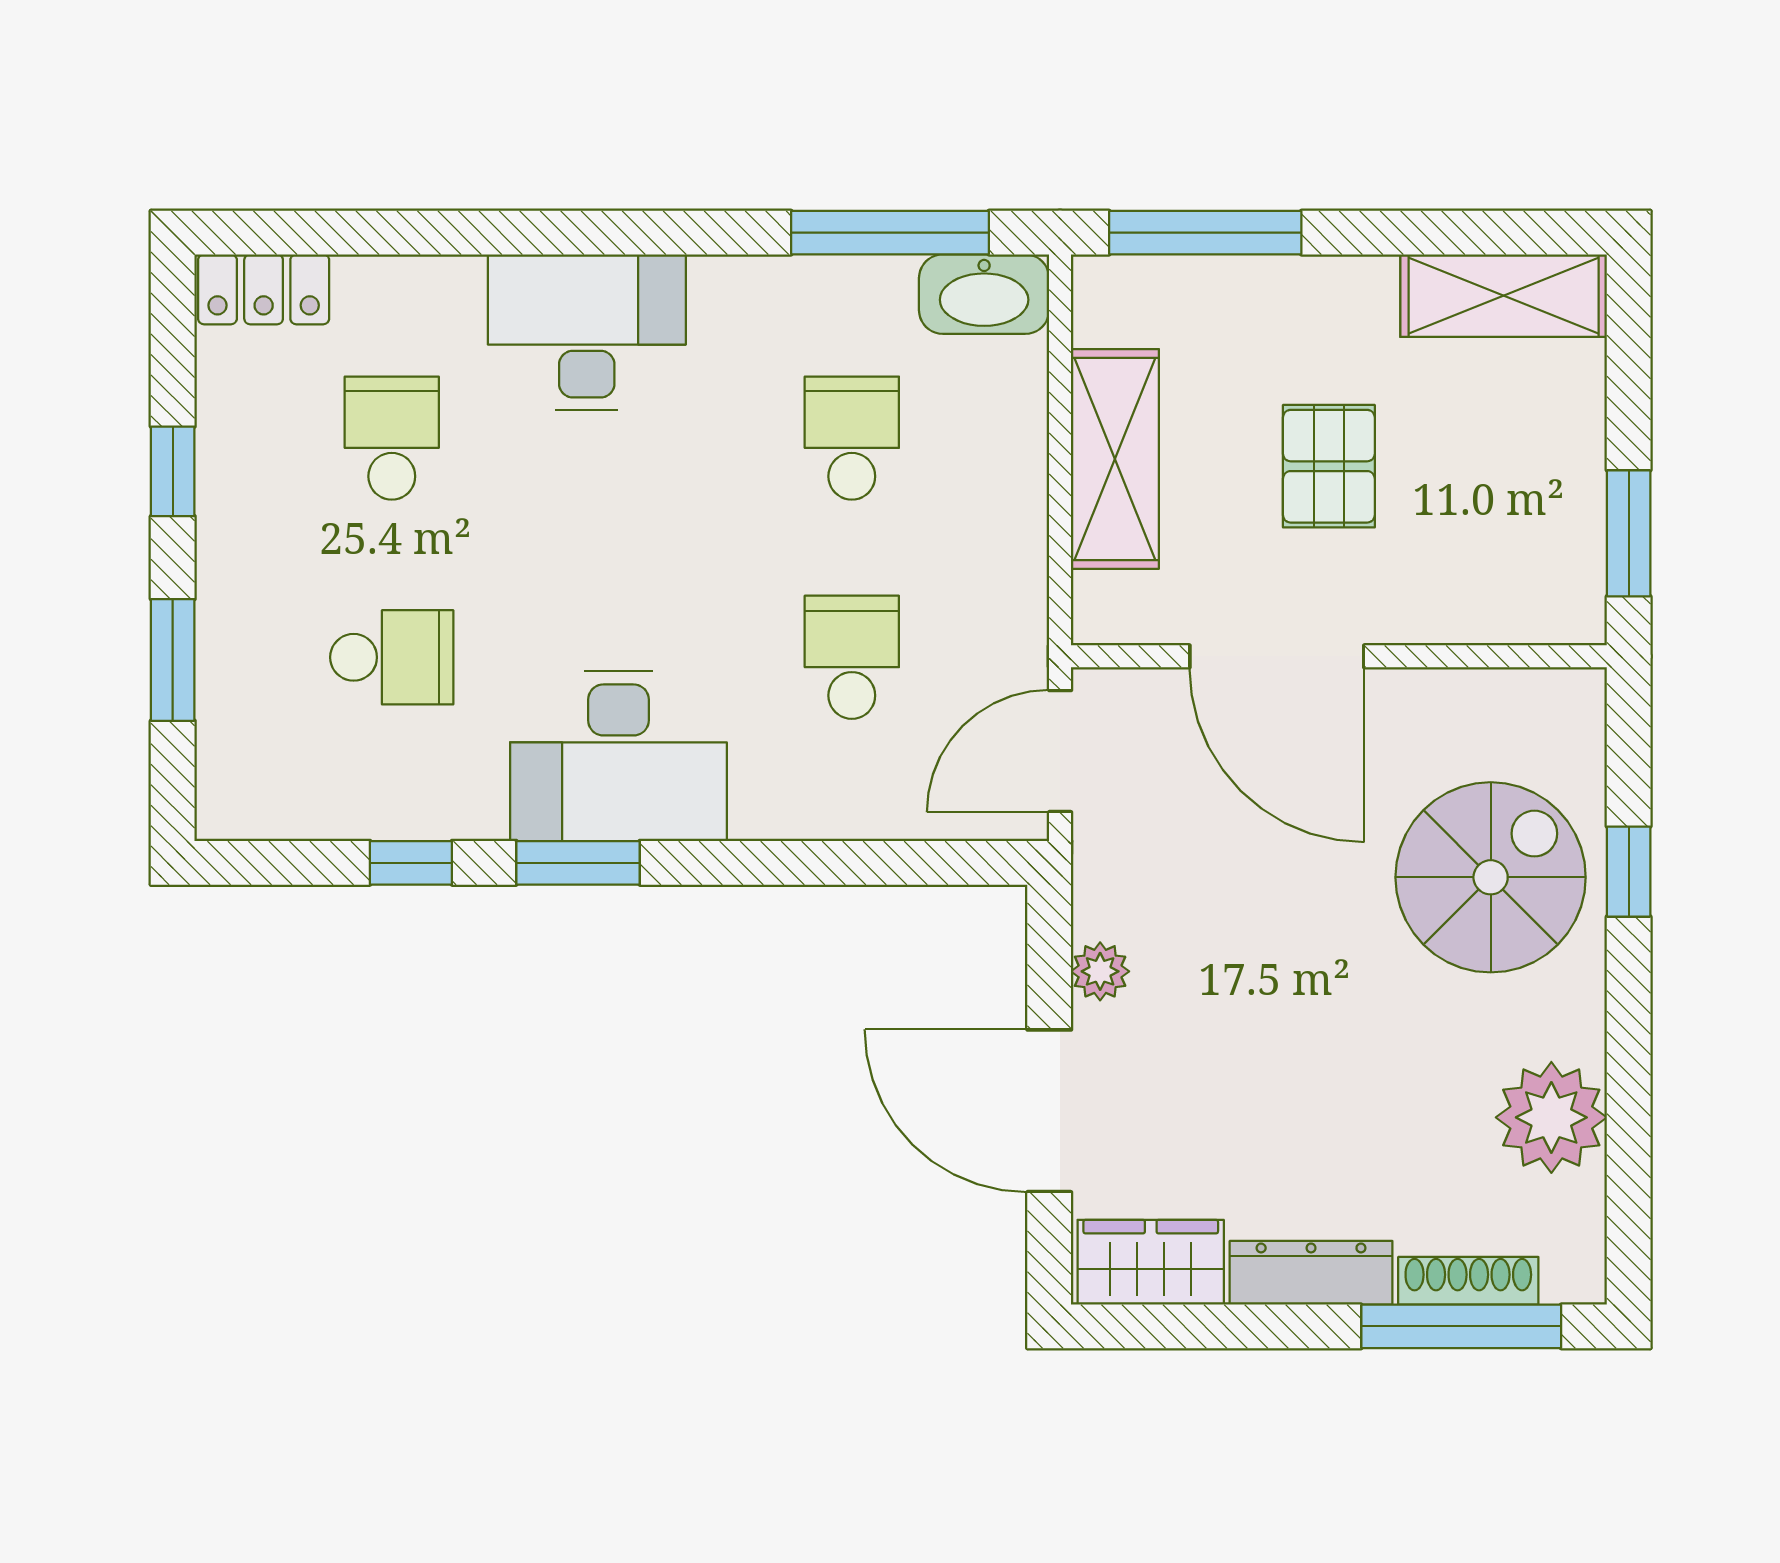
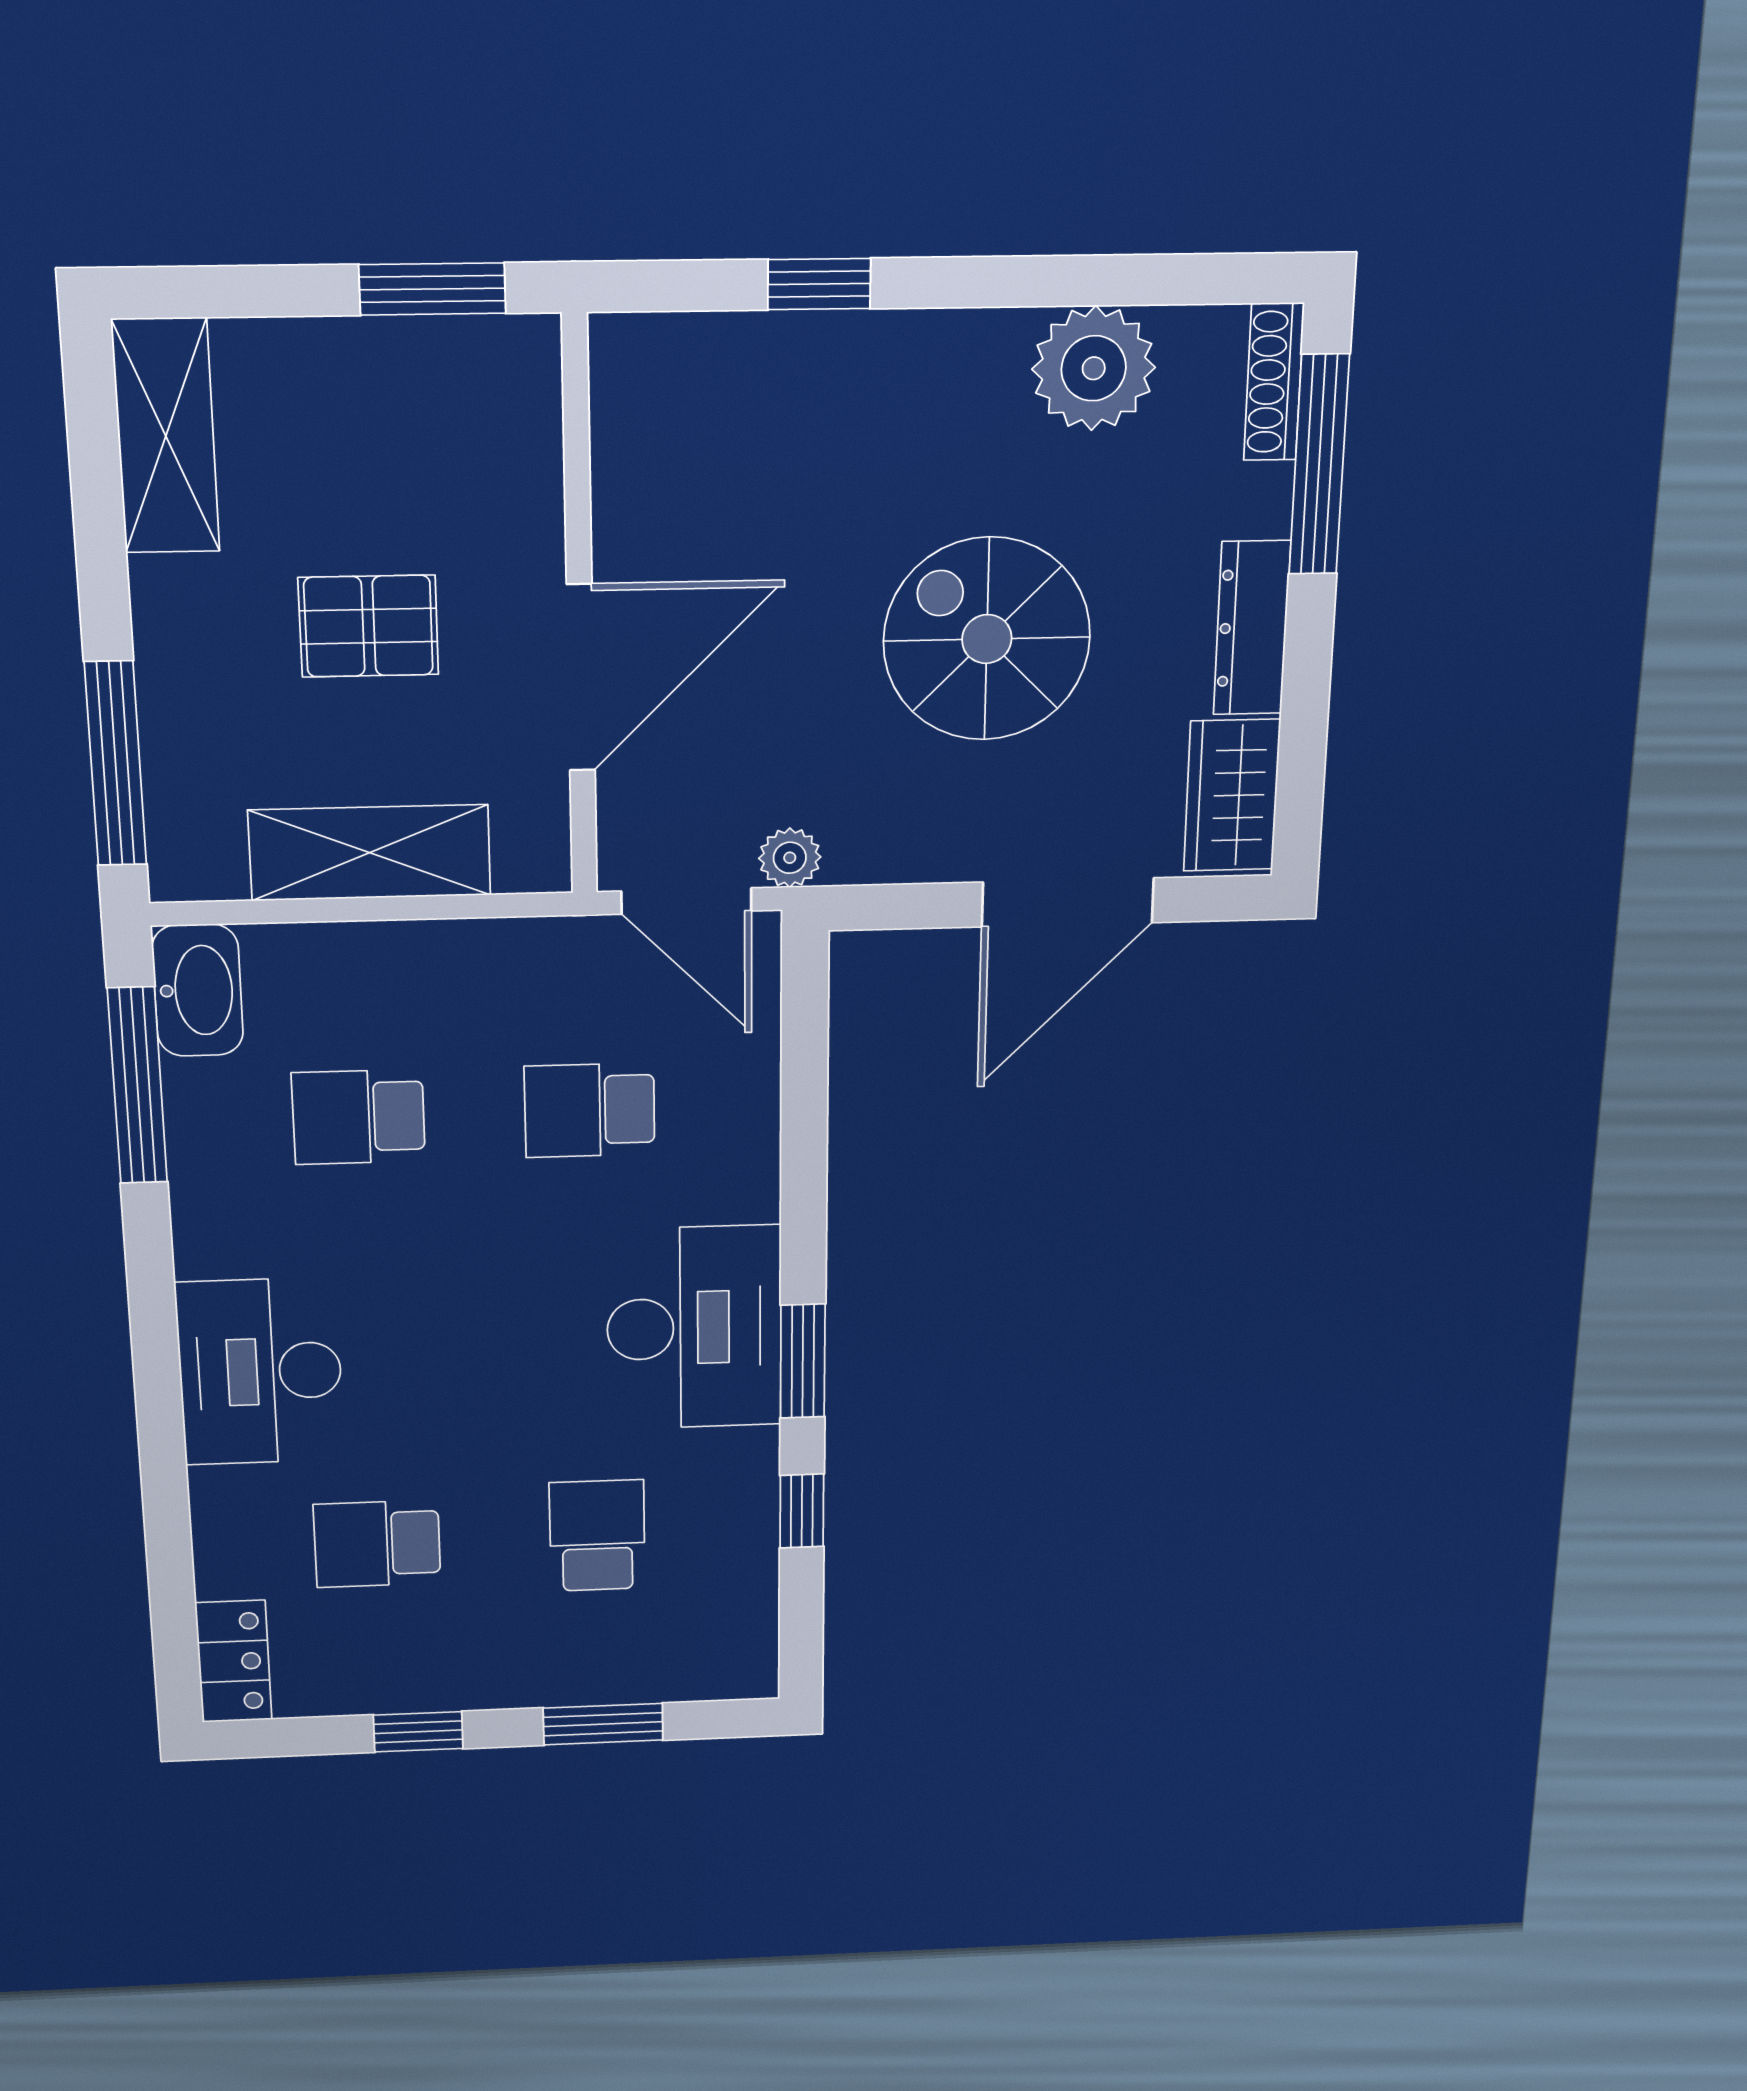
spiral stairs: (1491, 877) -> (987, 639), moved
plant: (1100, 971) -> (790, 858), moved
shoe rack: (1468, 1281) -> (1274, 382), moved

